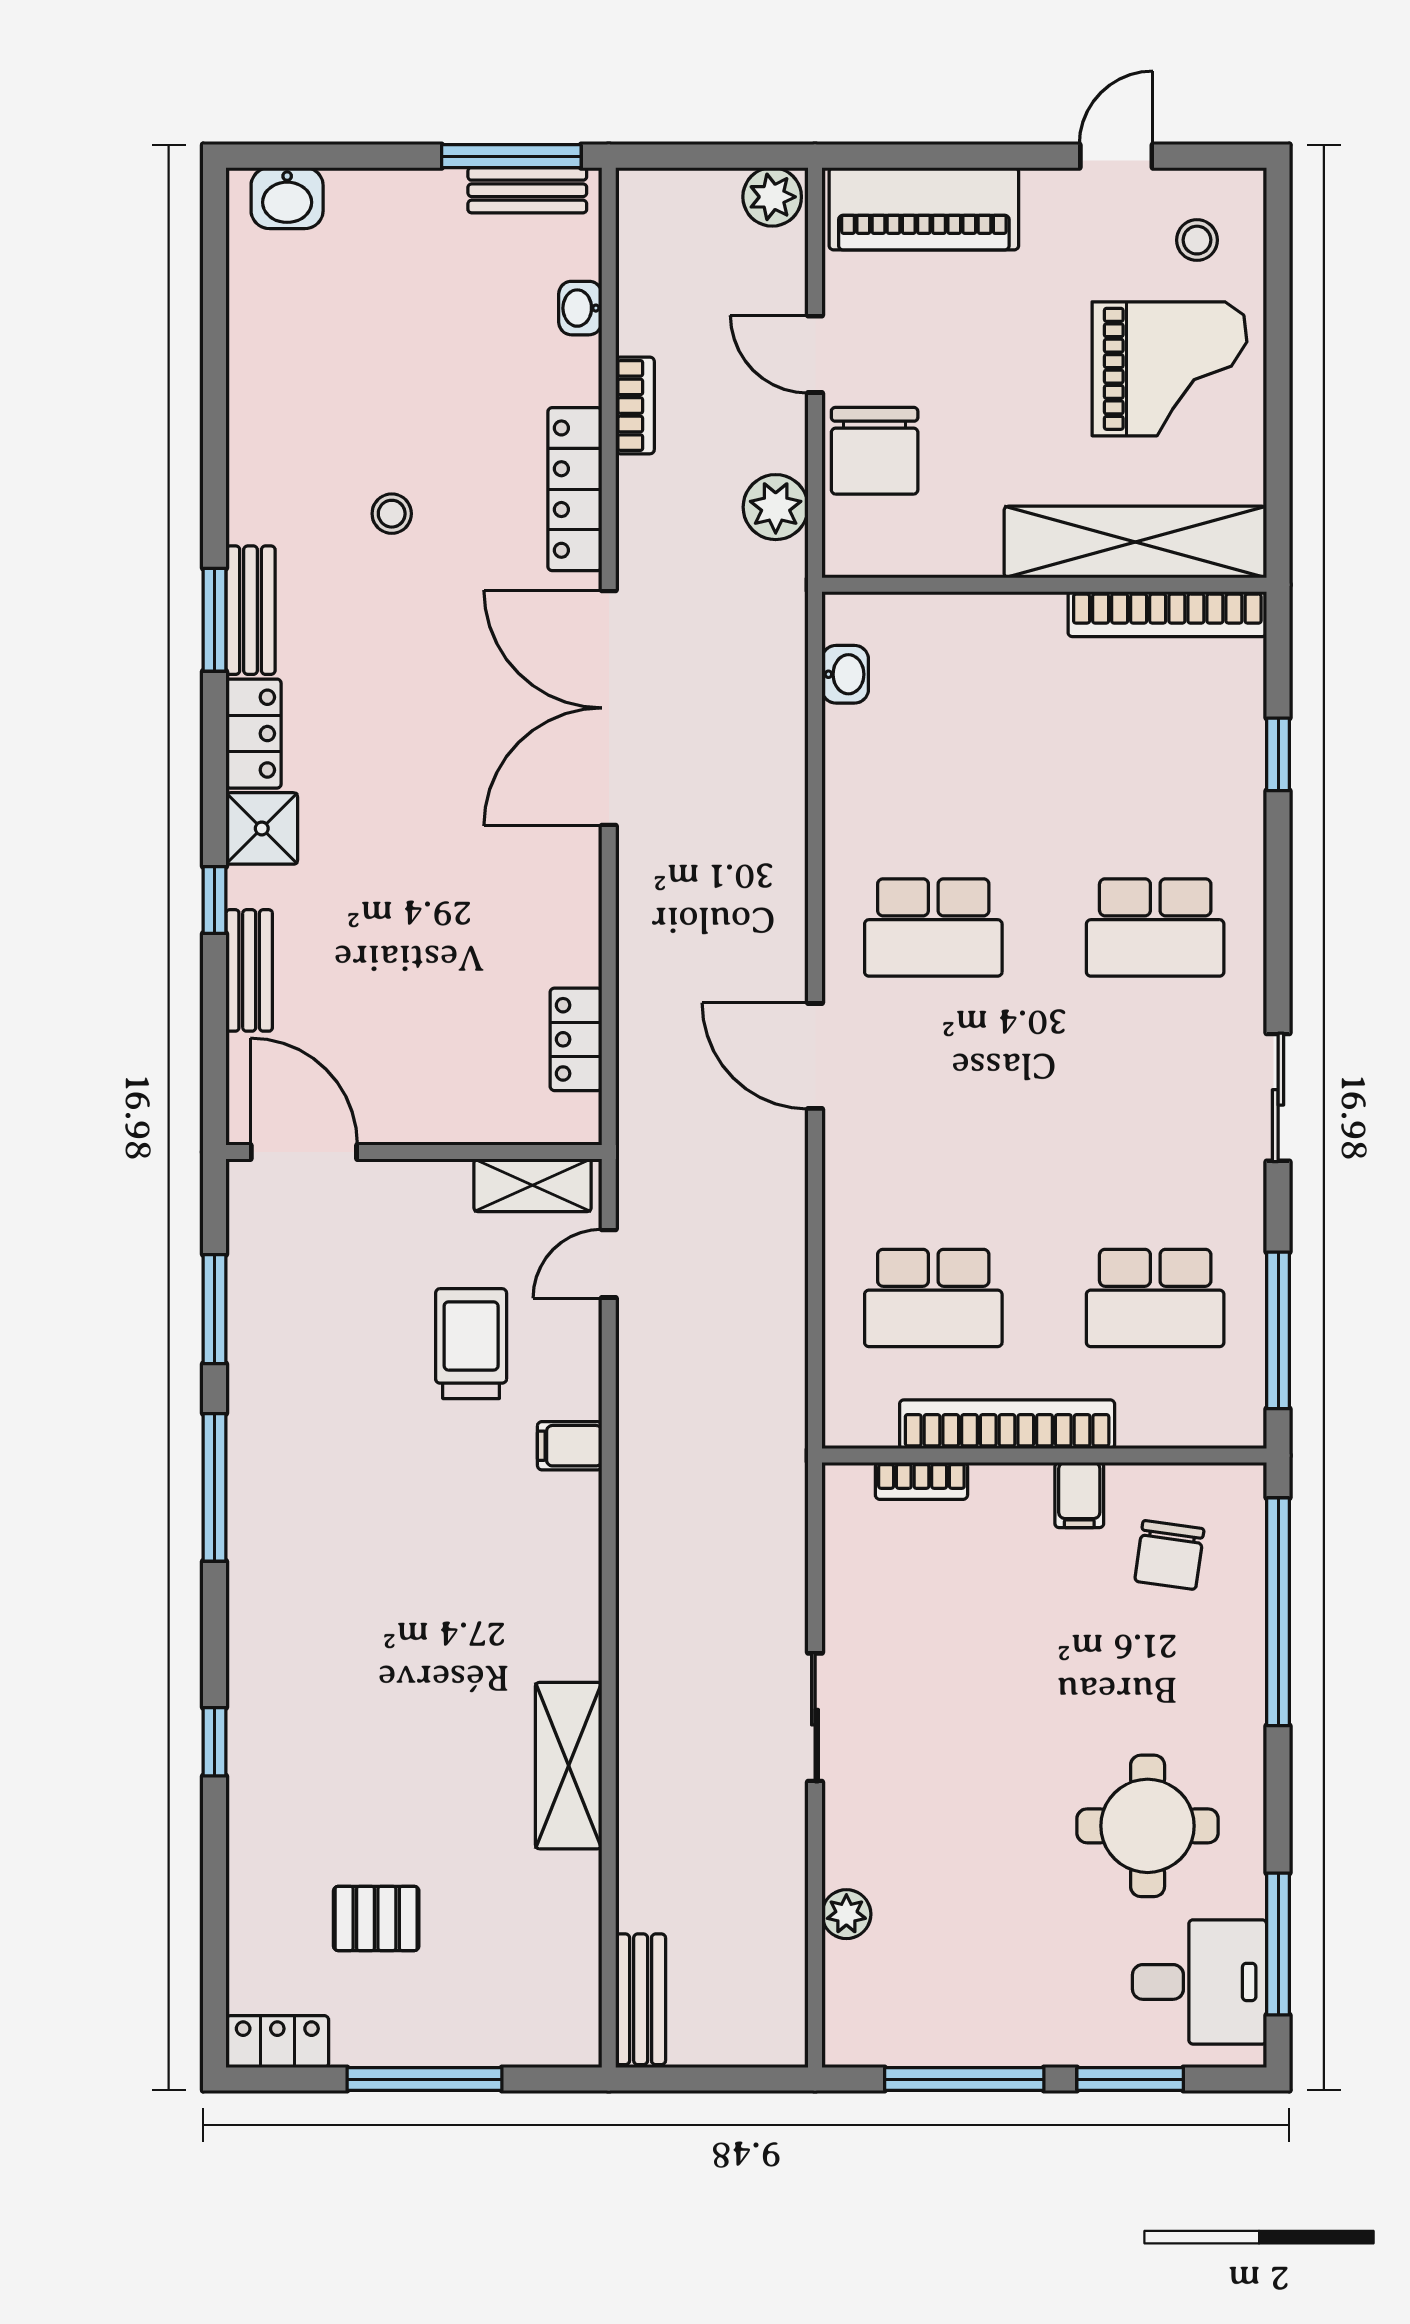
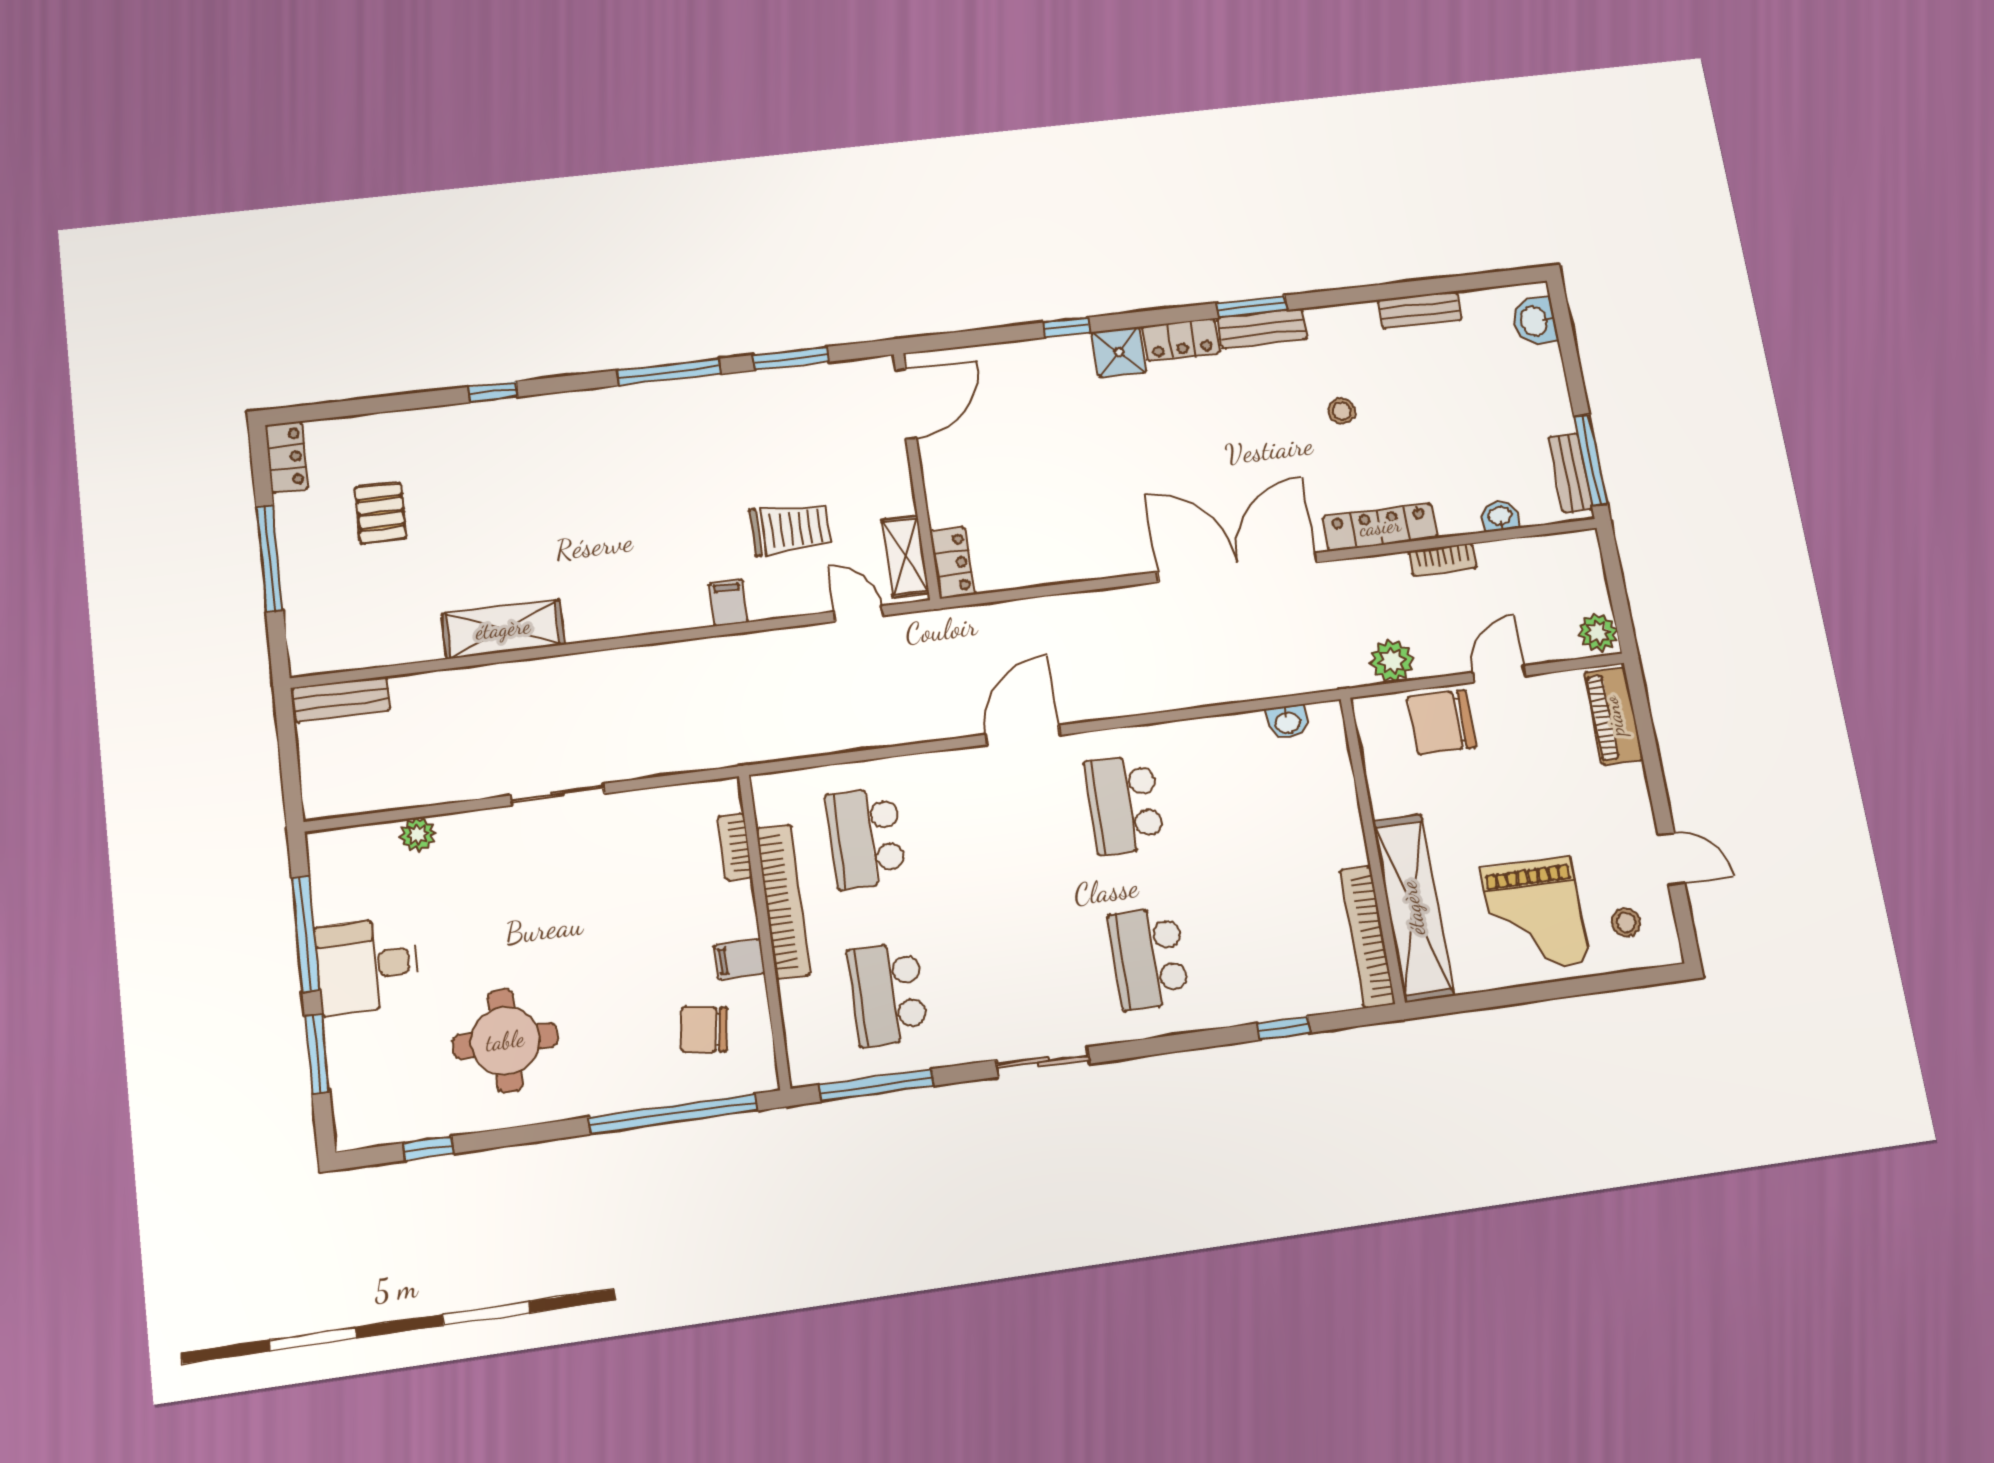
piano: (924, 209) -> (1614, 716), width x0.73, depth x0.75
bench: (249, 970) -> (1420, 310), moved
locker: (576, 1039) -> (952, 563), moved, turned 90
window: (1278, 1944) -> (428, 1148), width x0.46
desk: (1199, 1982) -> (367, 966), moved, turned 90

